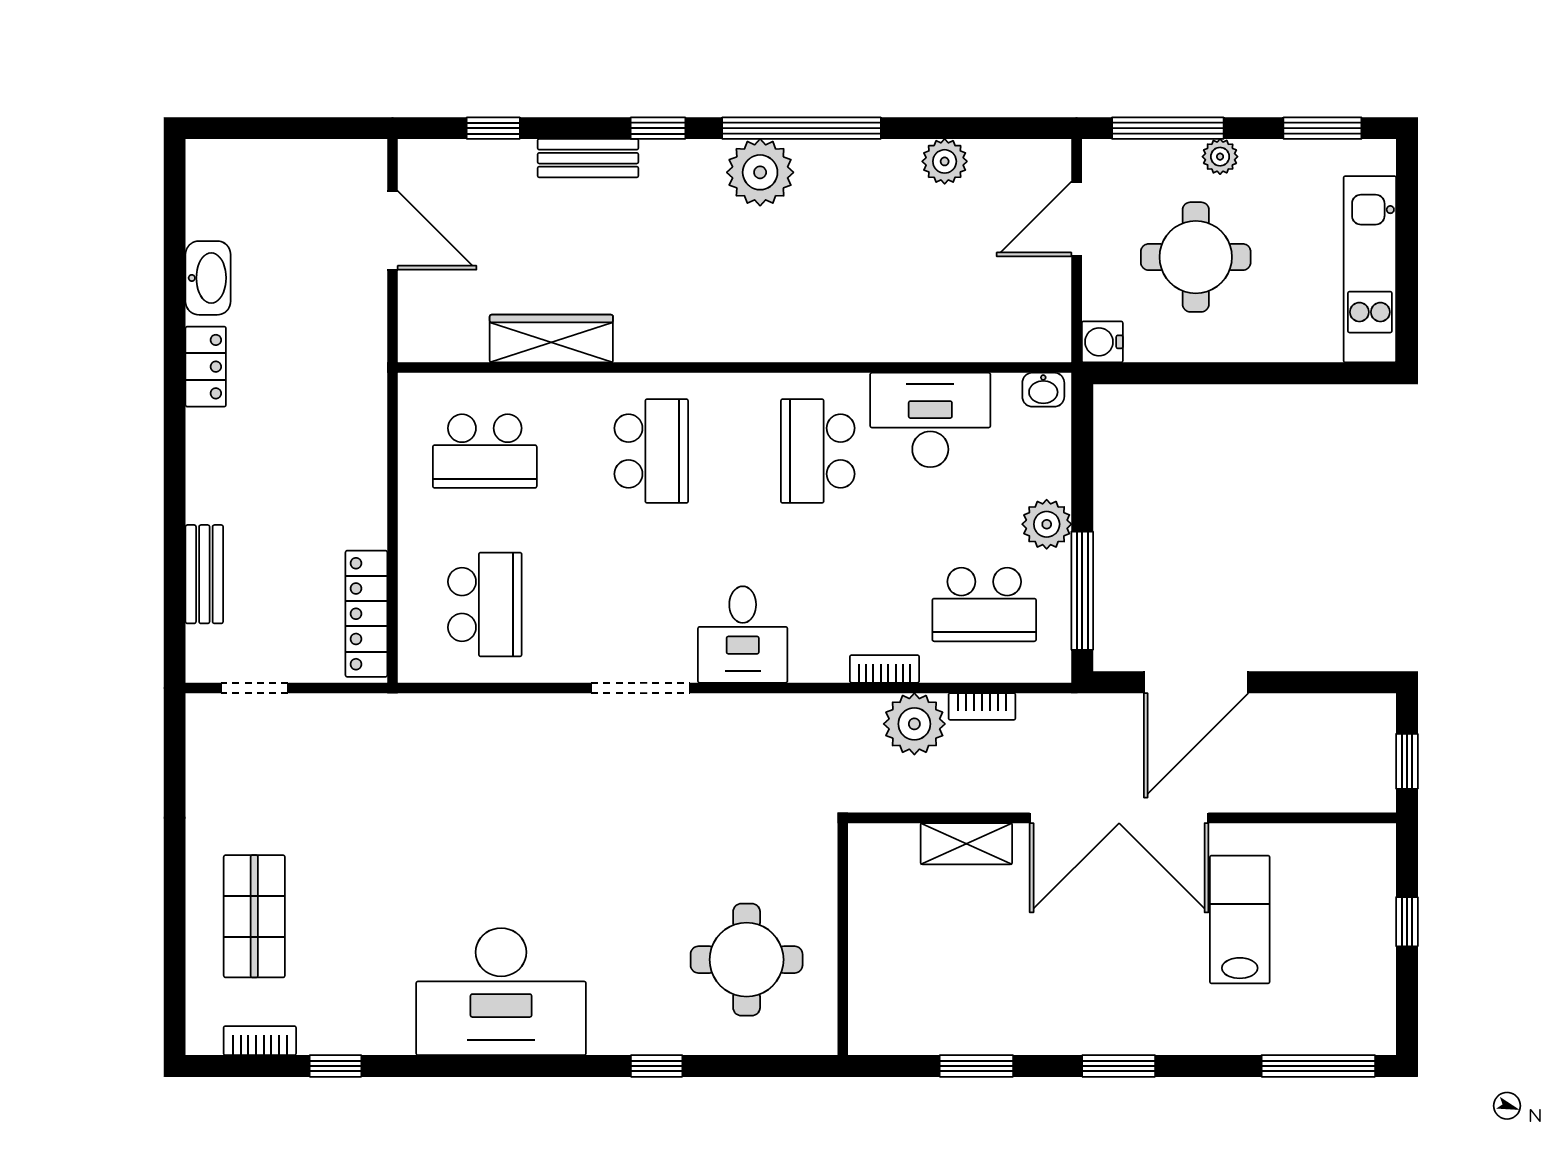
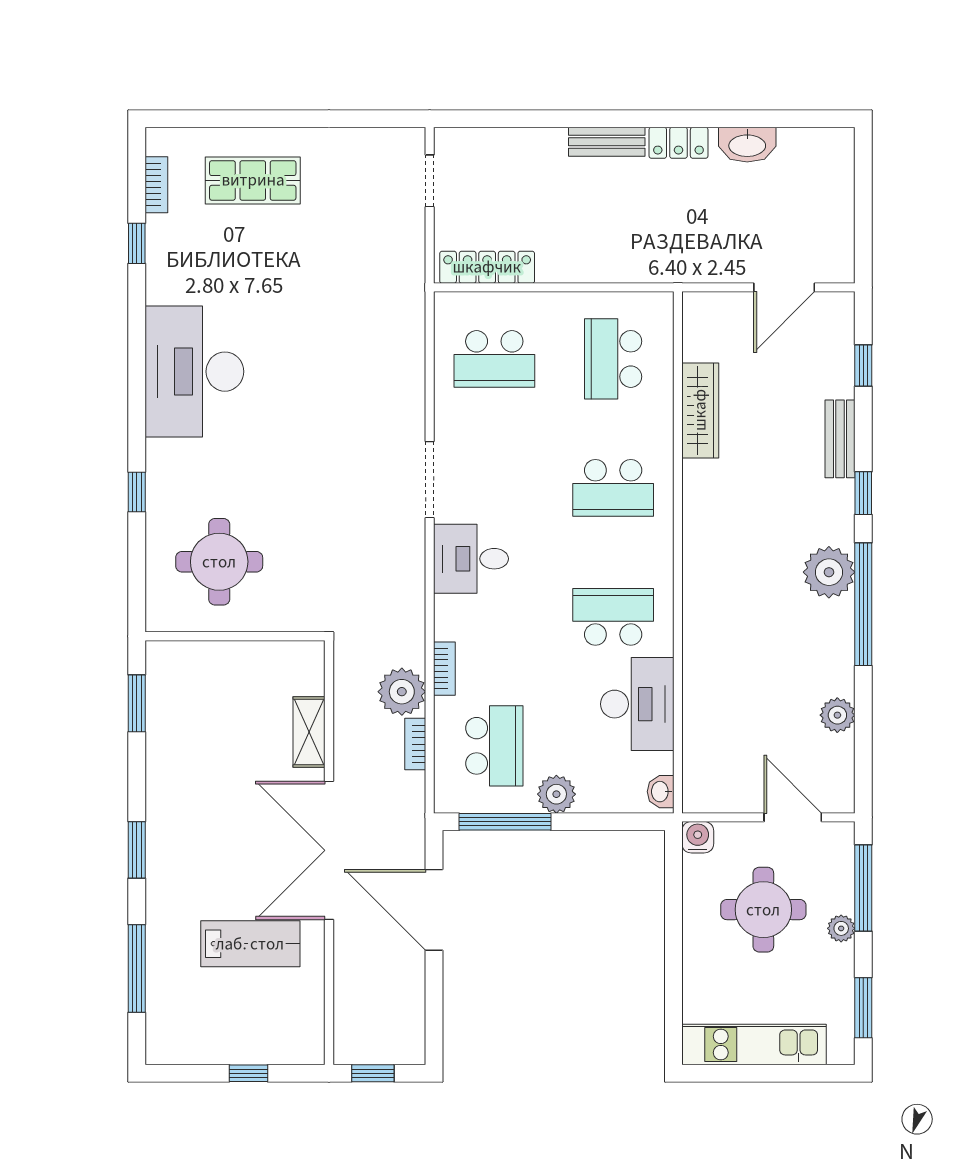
bench: (204, 574) -> (607, 142), moved
school desk: (984, 604) -> (494, 746), turned 180
window: (976, 1066) -> (137, 703), moved
window: (1318, 1066) -> (137, 968), moved

